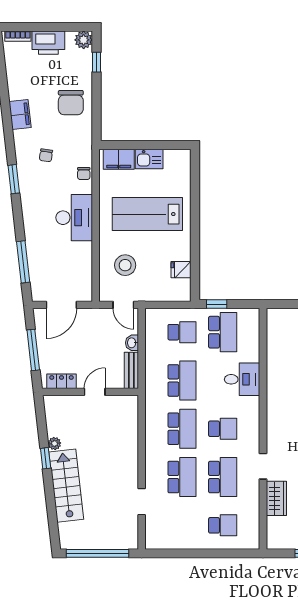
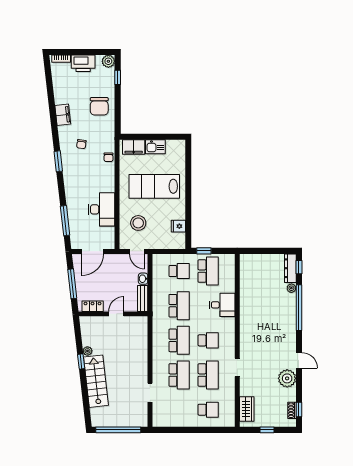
desk: (74, 218) -> (102, 209), moved
wardrobe: (276, 498) -> (247, 409), moved

